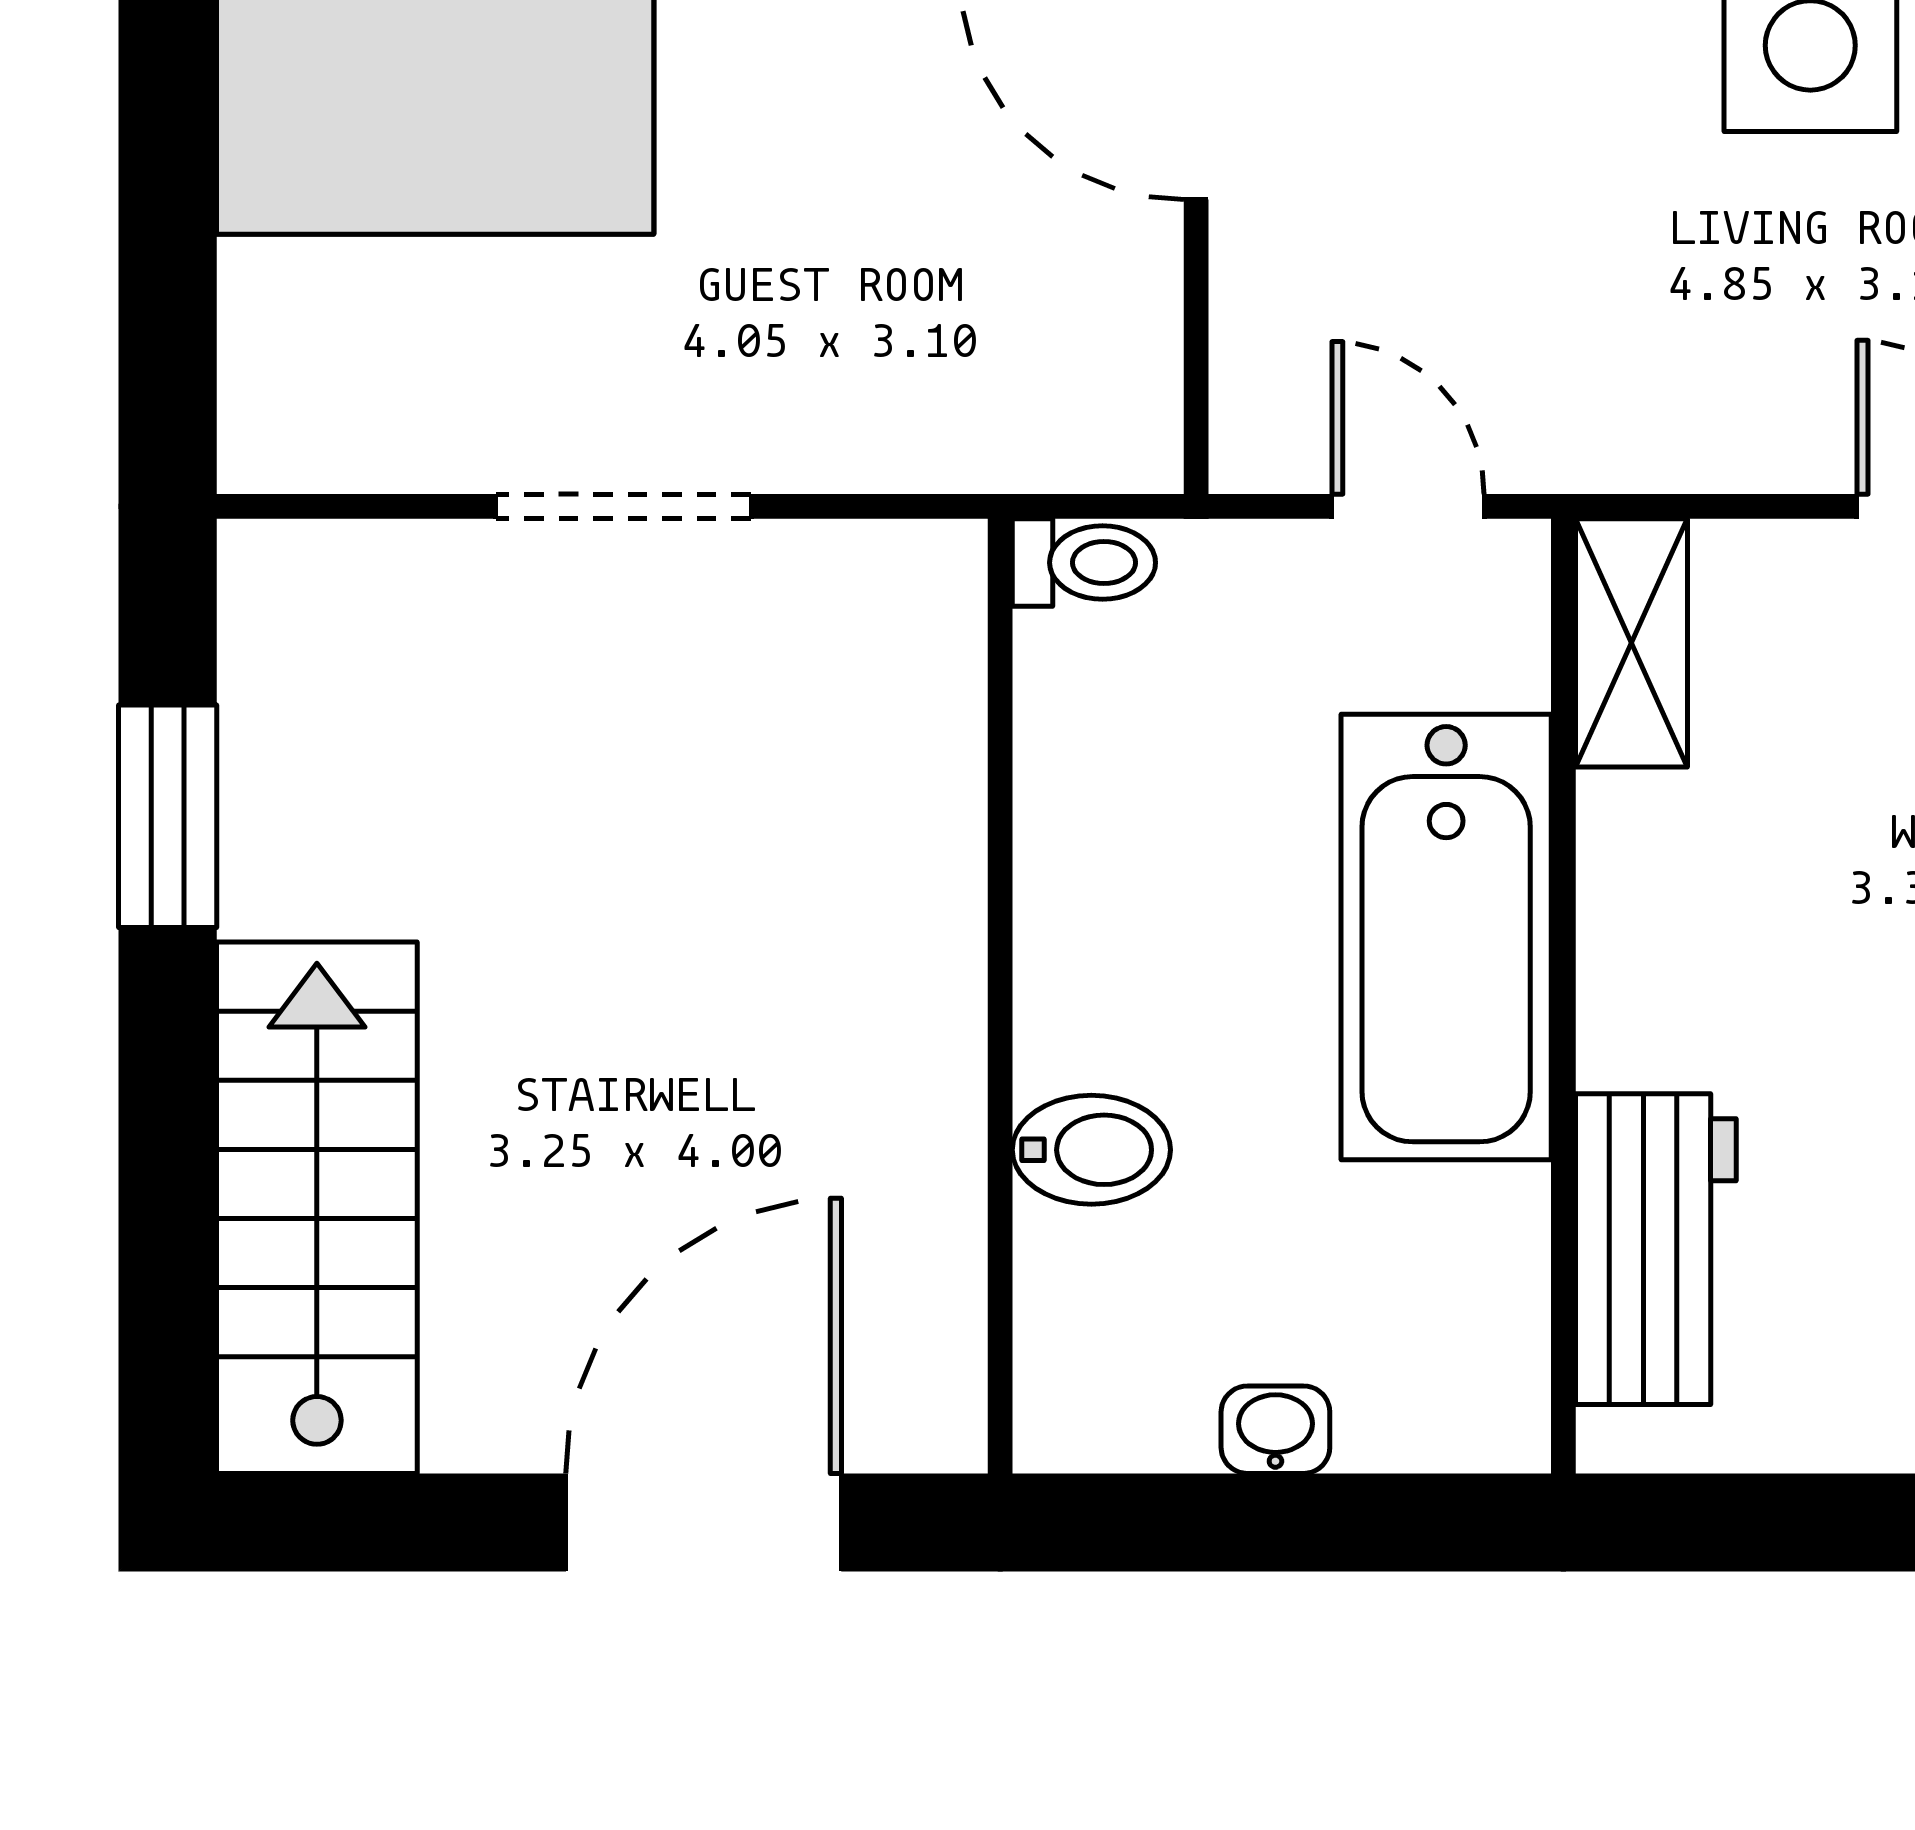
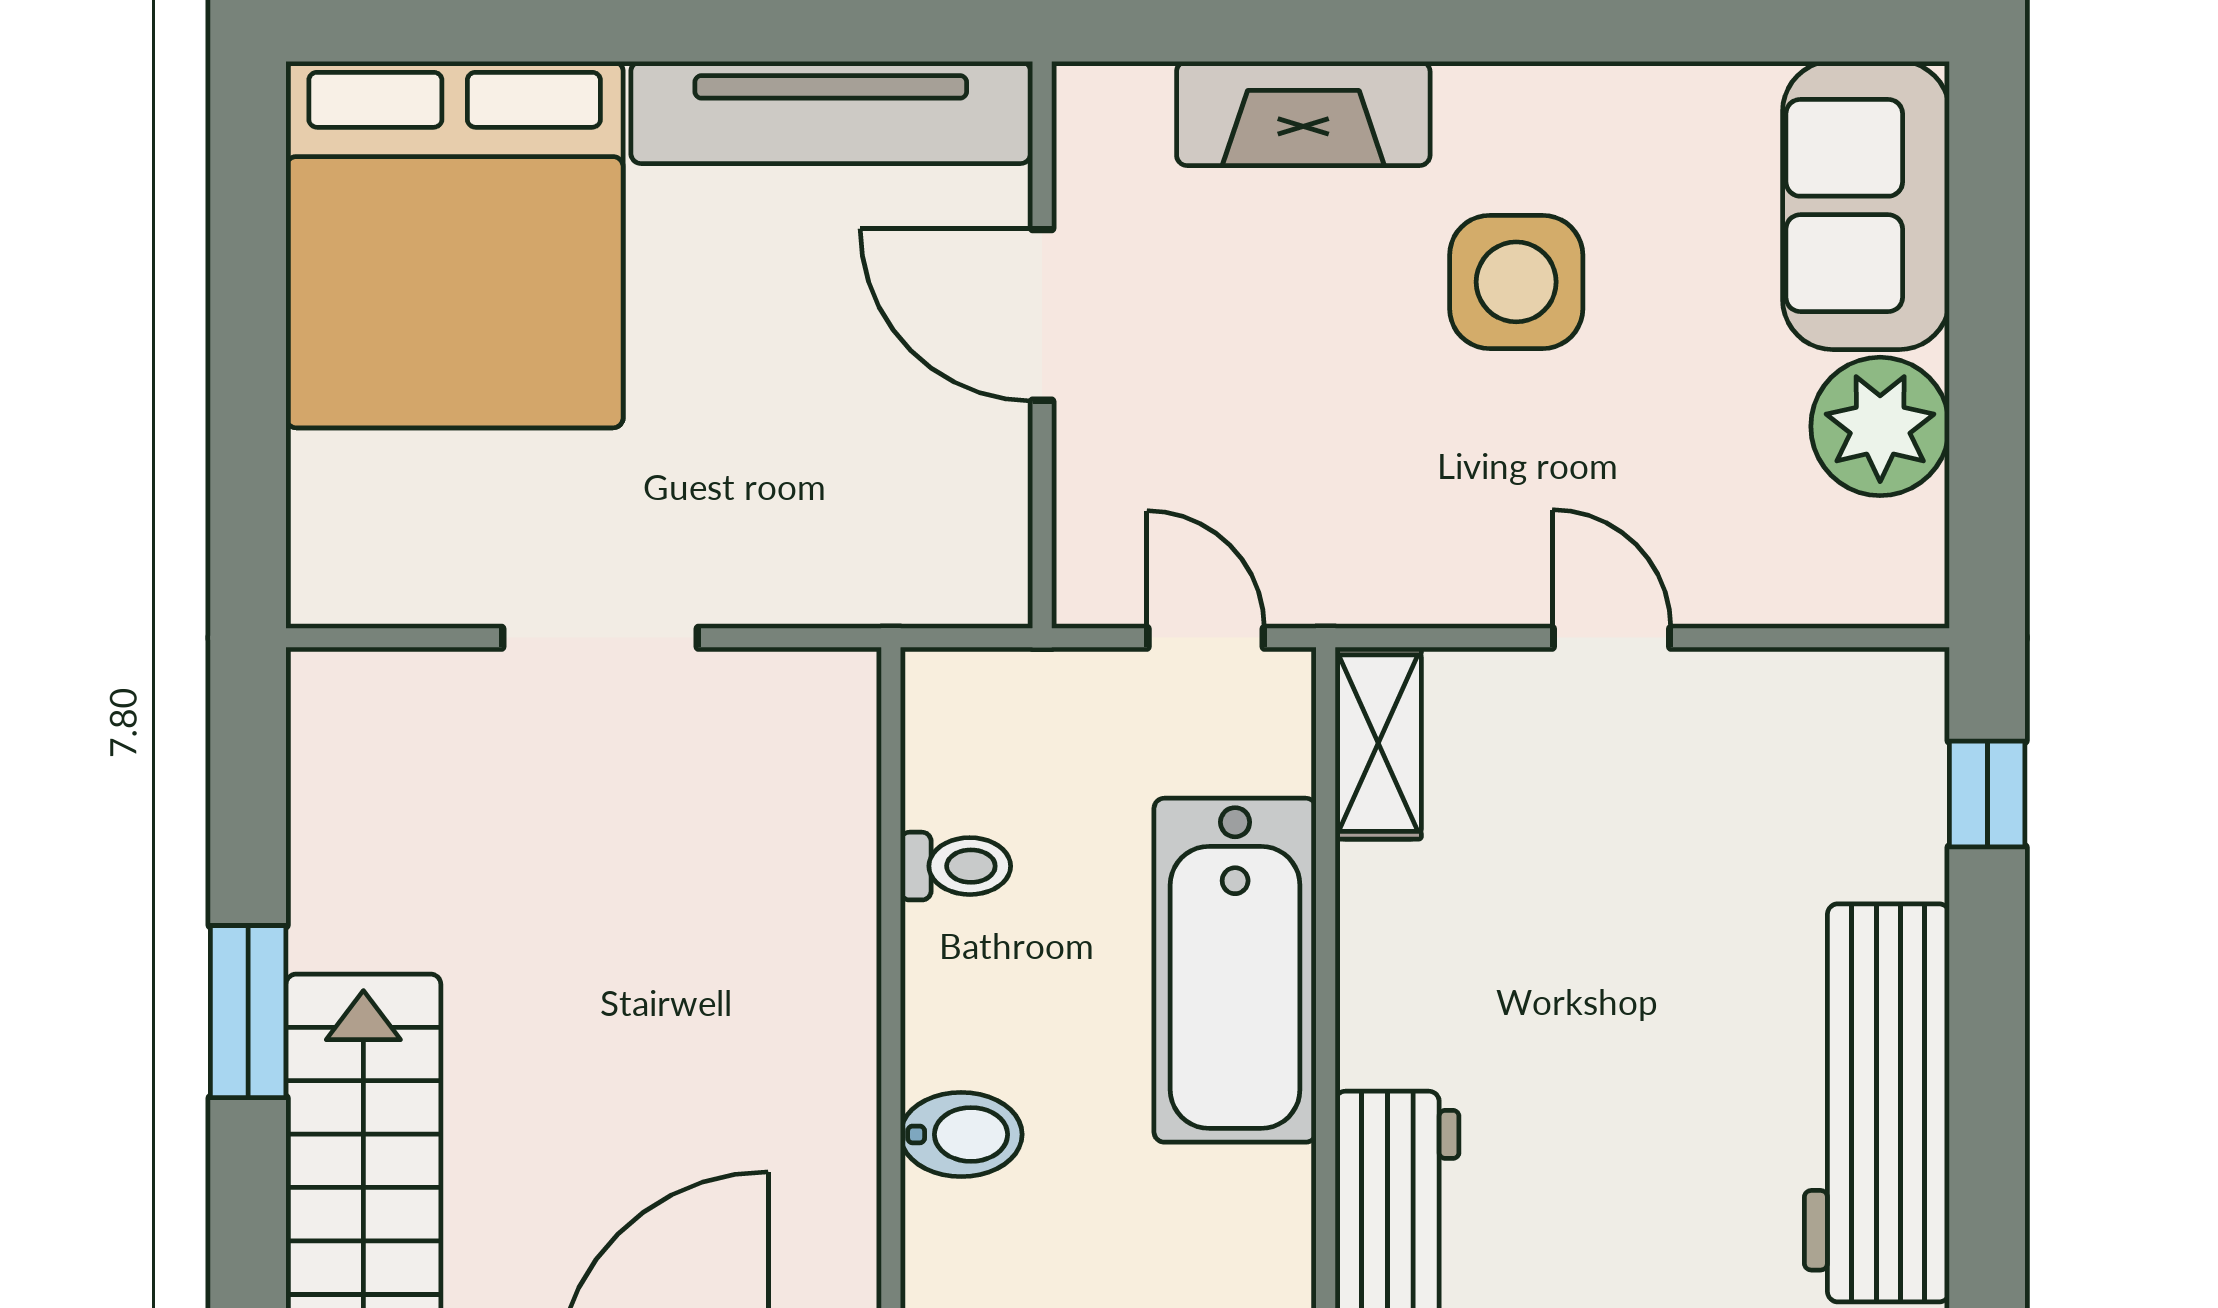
toilet: (1084, 563) -> (955, 866), moved
window: (168, 816) -> (248, 1012), moved

